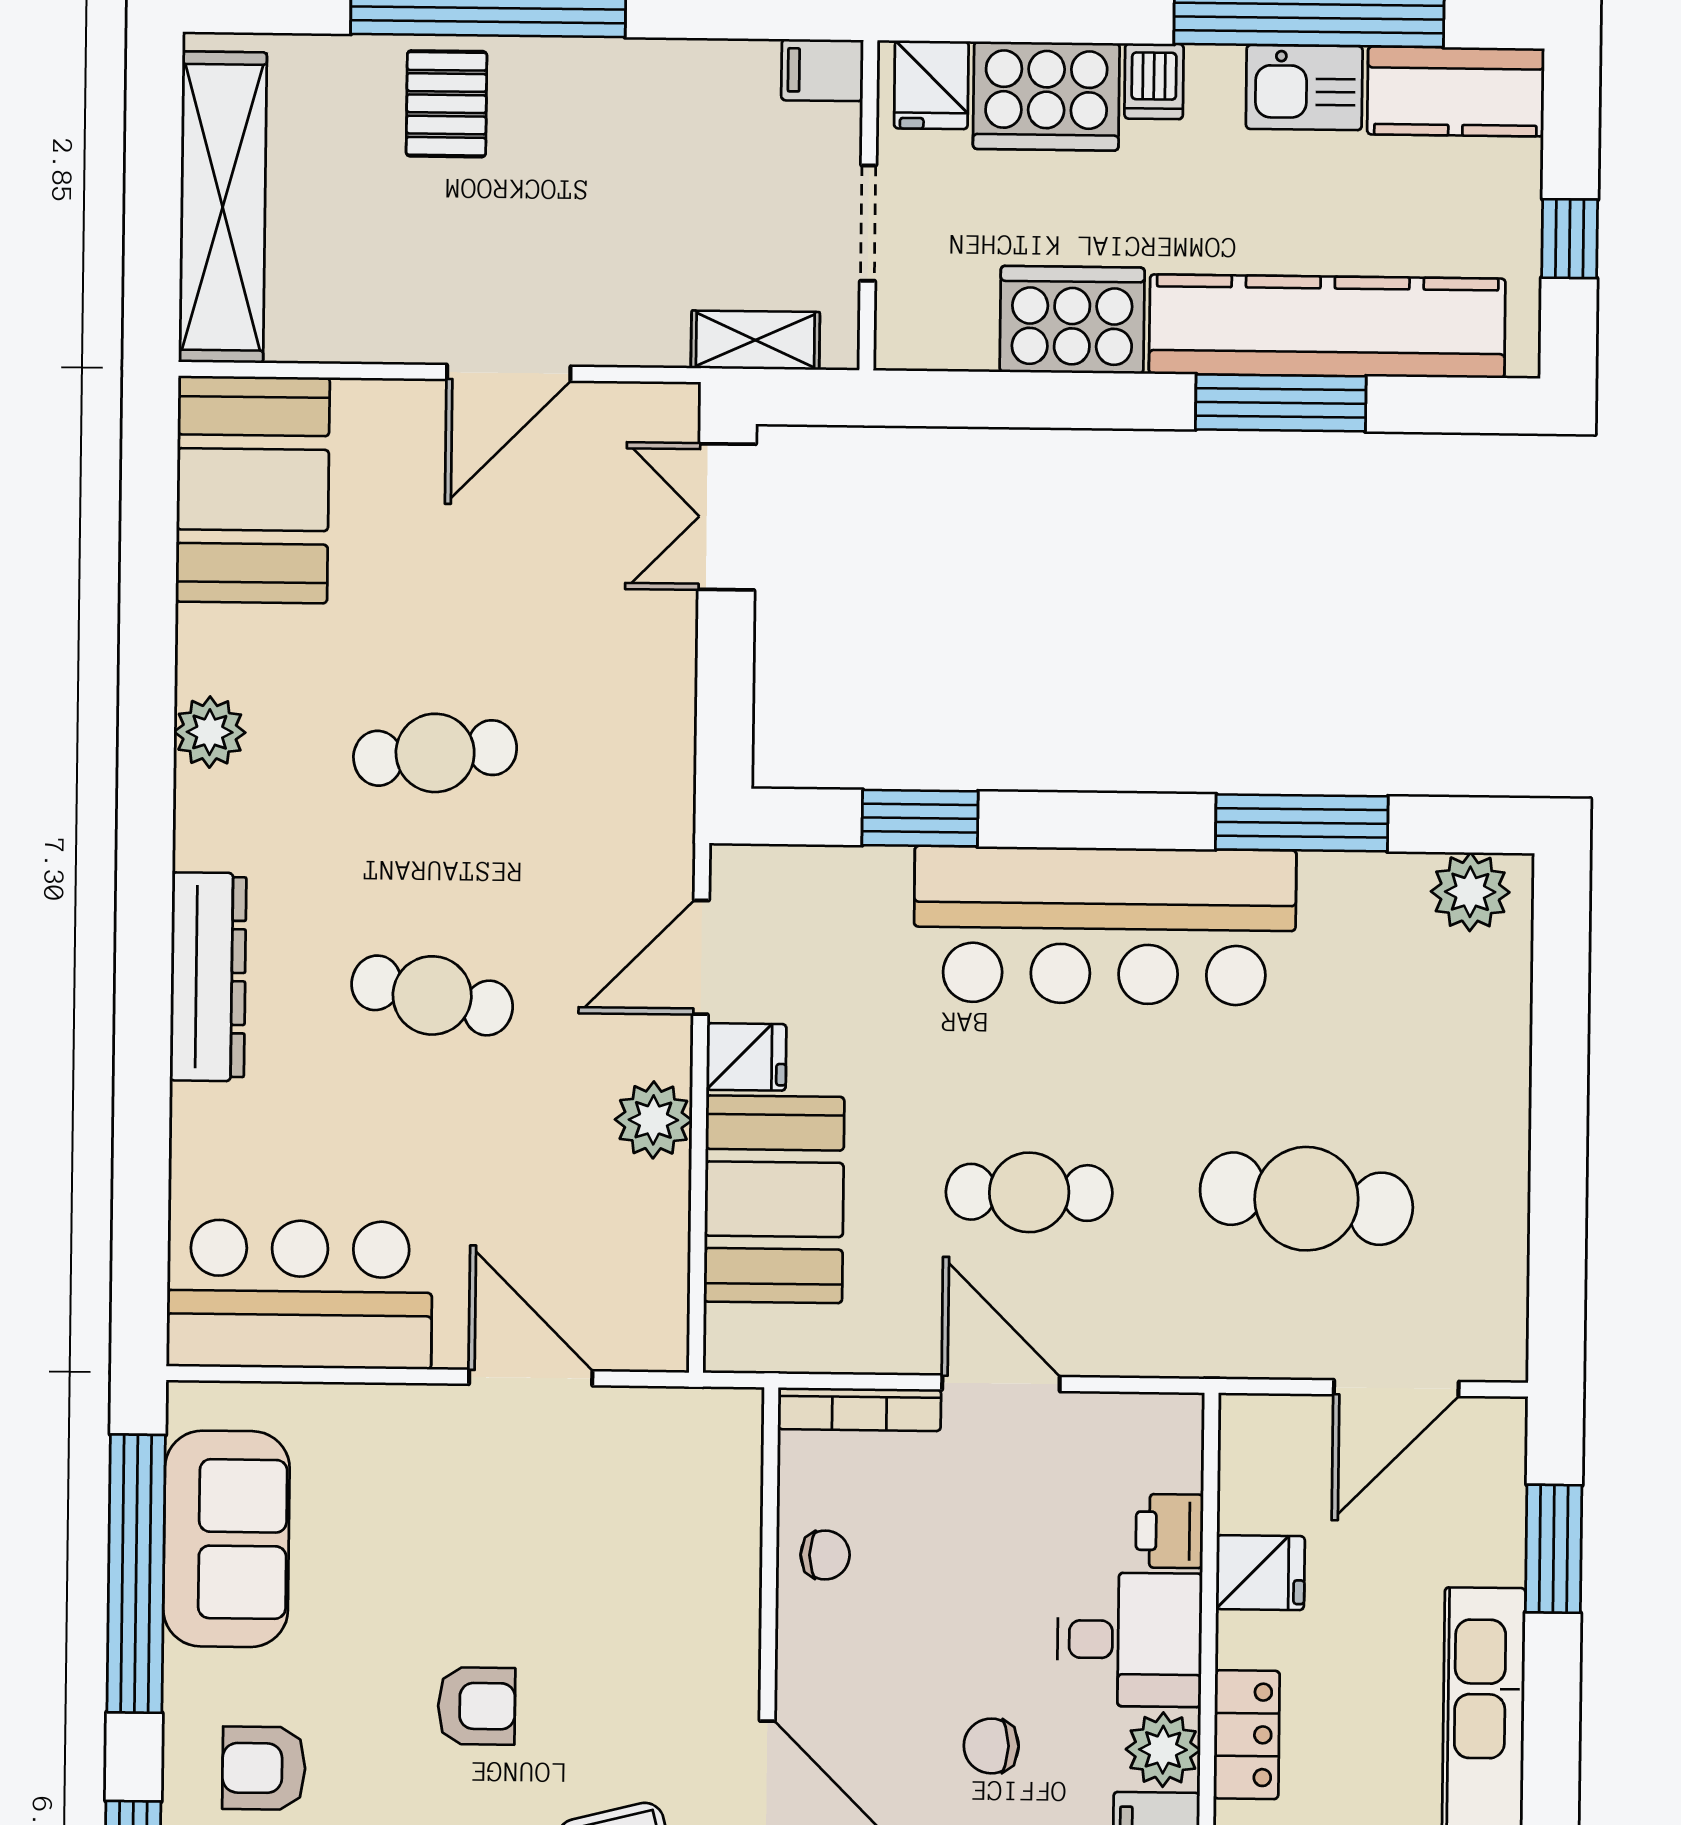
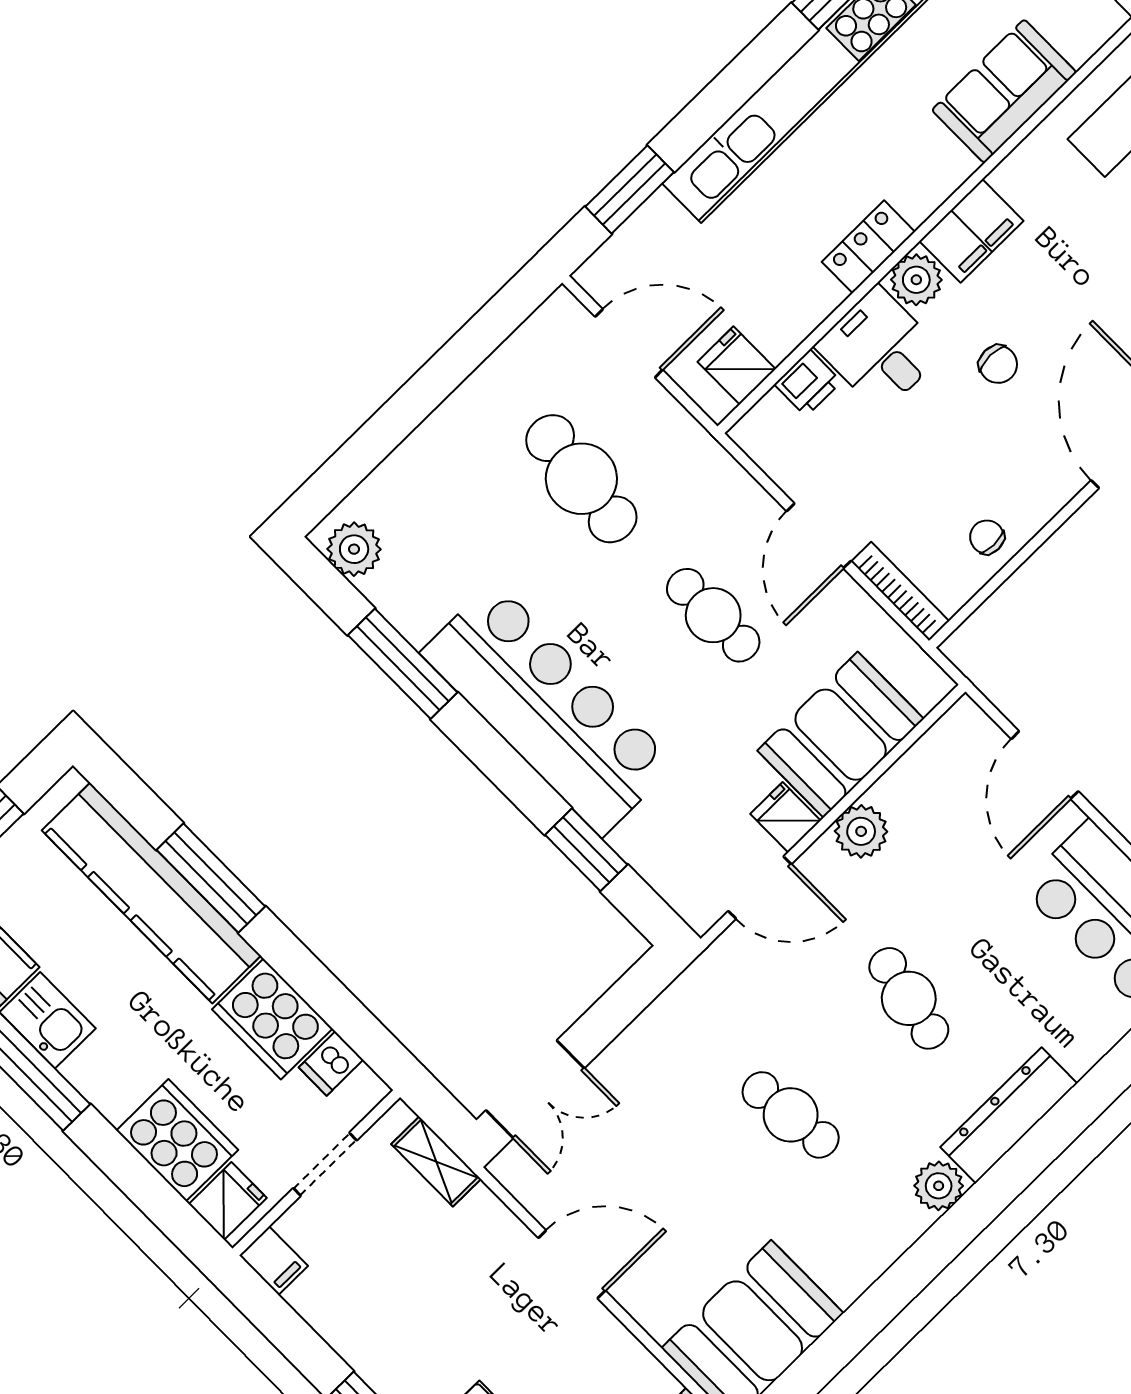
dishwasher: (1154, 81) -> (331, 1064), moved, turned 180
plant: (210, 732) -> (939, 1186), moved
fridge: (1260, 1573) -> (737, 365), moved

